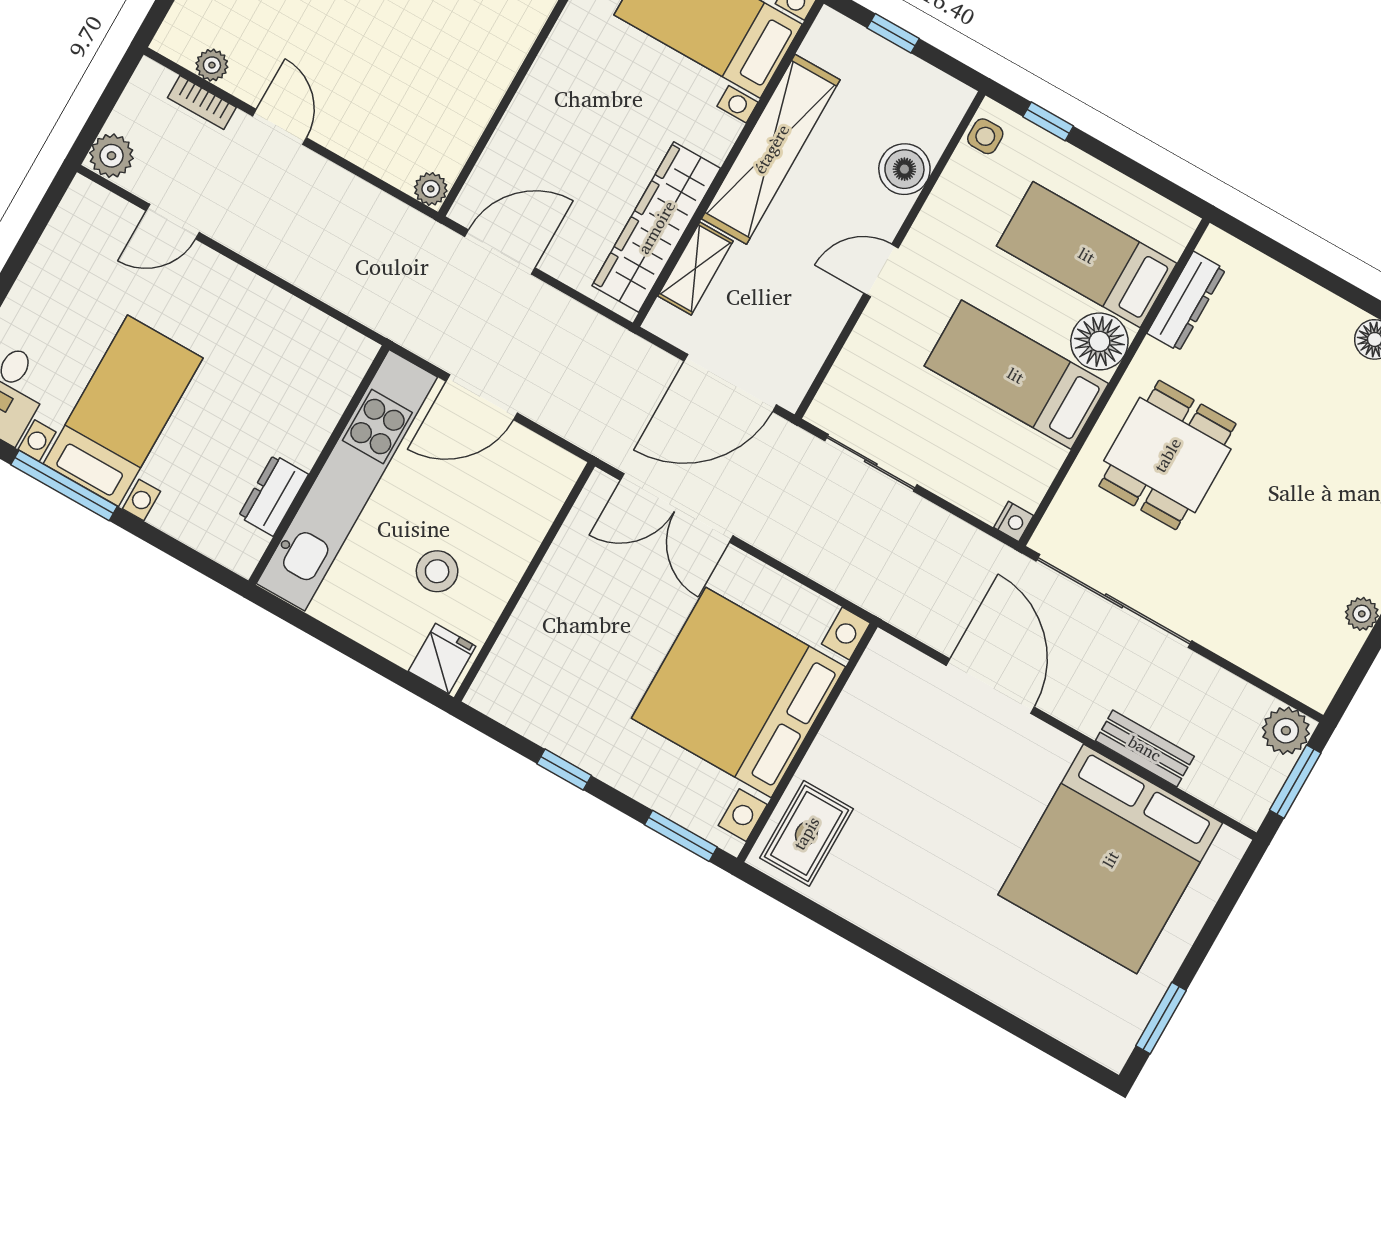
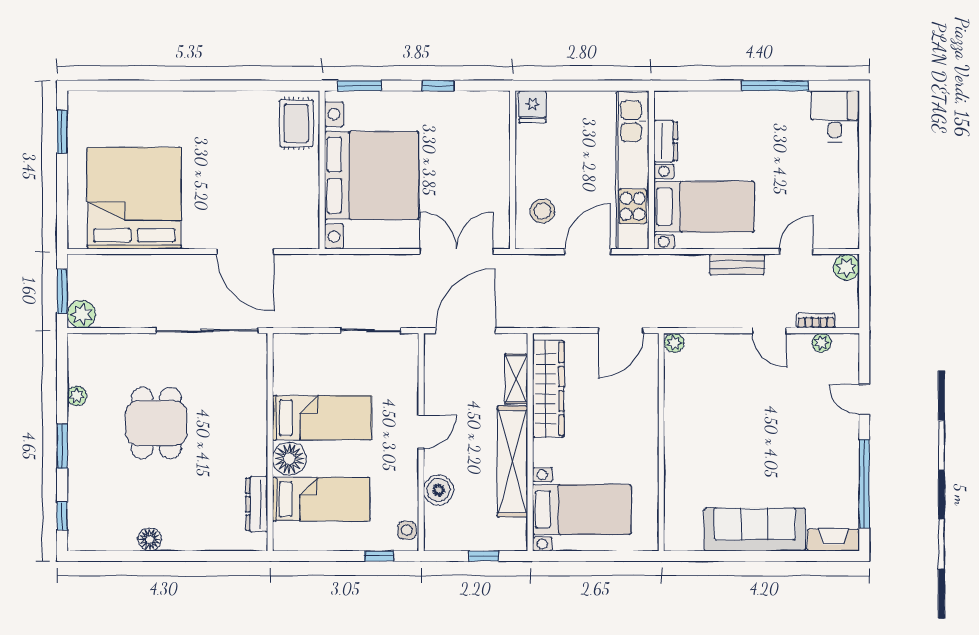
bed with nightstands: (123, 411) -> (704, 207), moved, turned -90
dining table: (1167, 455) -> (156, 423), moved
nightstand: (1014, 521) -> (281, 342), removed
stool: (437, 571) -> (542, 211), moved
bench: (1145, 748) -> (737, 264), moved

